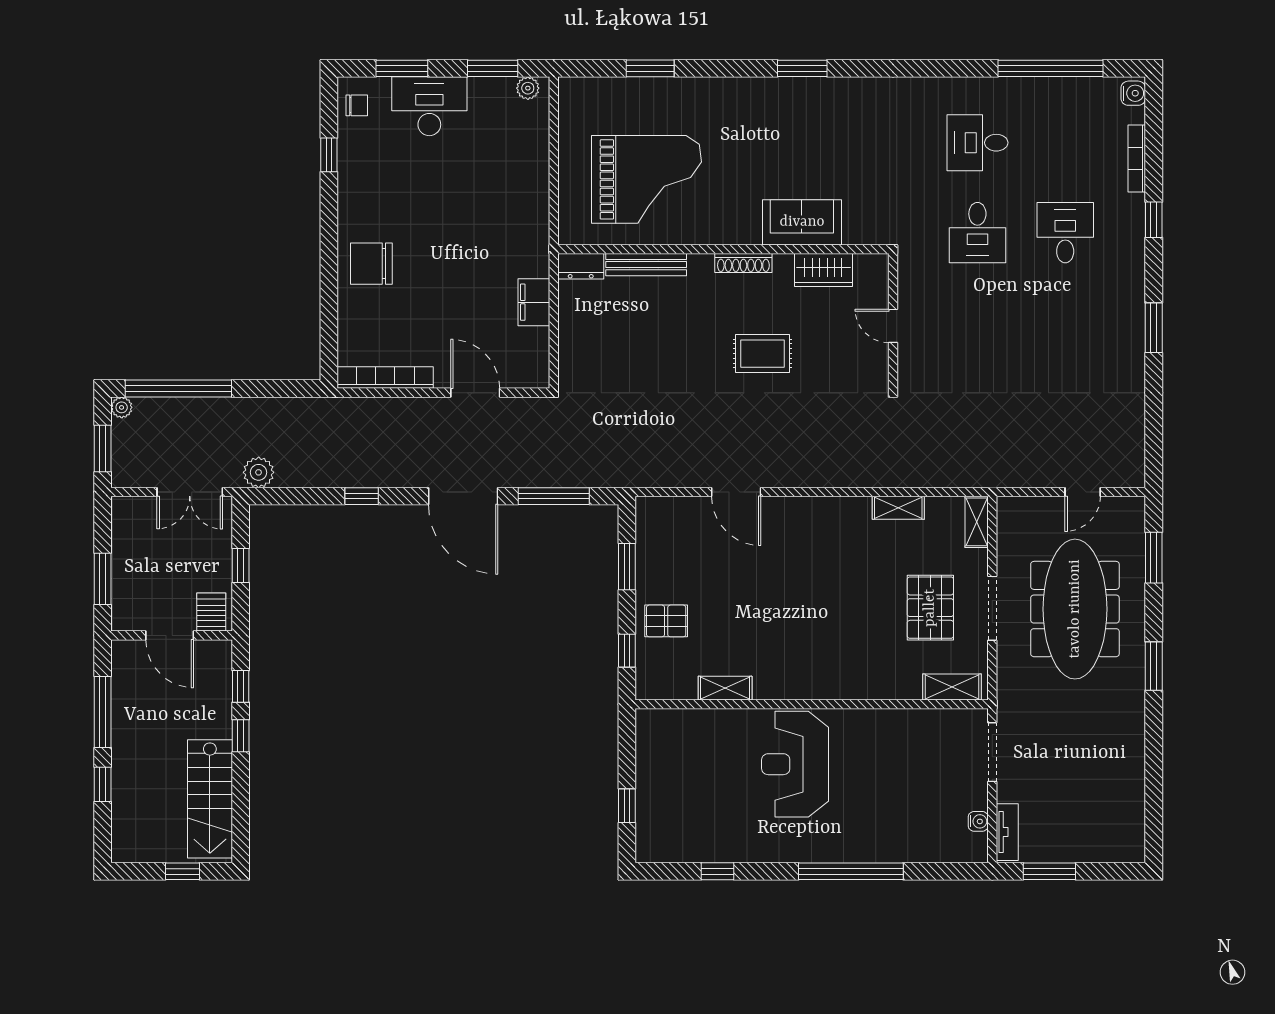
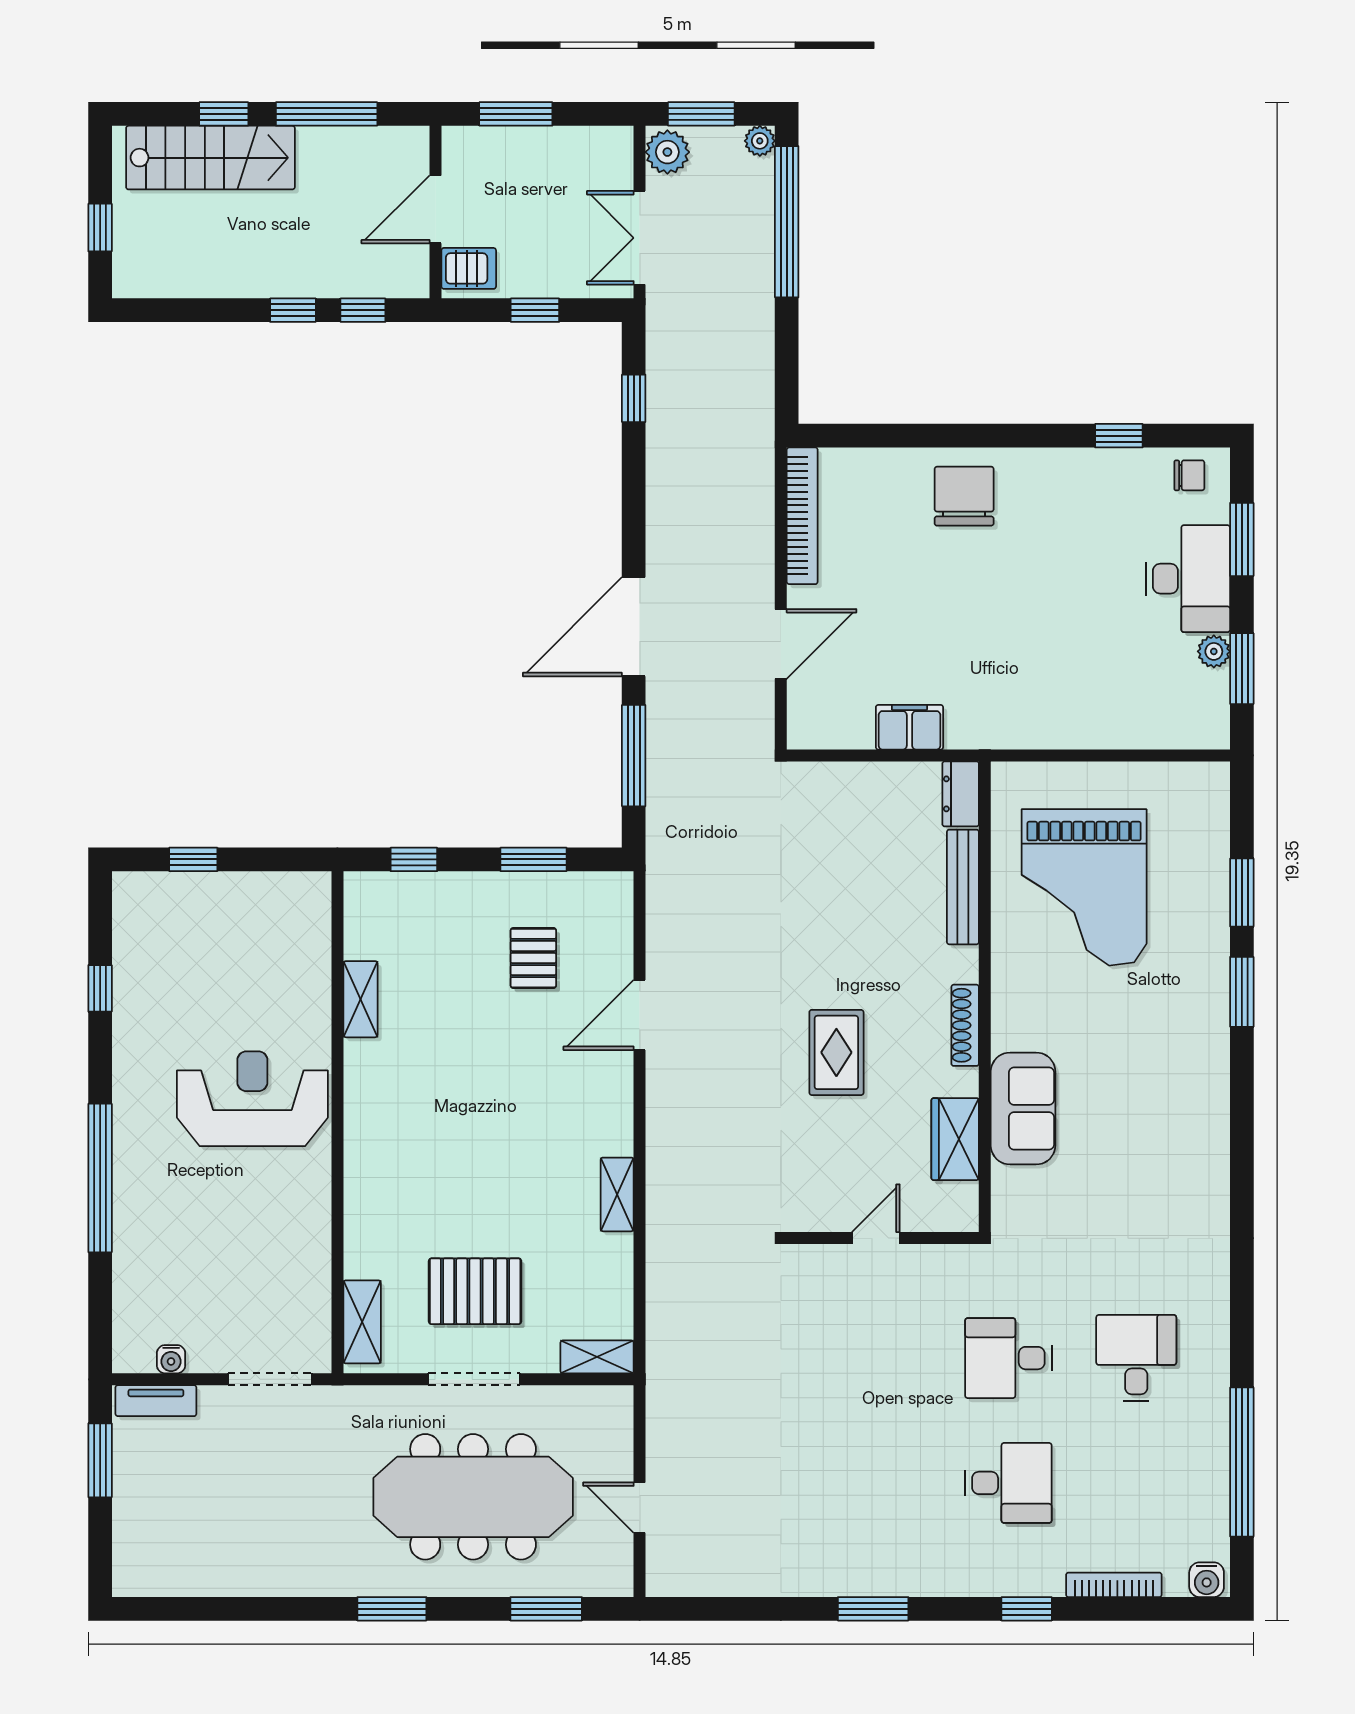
window: (802, 68) -> (1242, 992), moved
plant: (528, 88) -> (1214, 651), moved
chair: (357, 105) -> (1189, 475), turned -90
plant: (259, 472) -> (667, 152), moved
window: (362, 496) -> (634, 398), moved
shelving: (898, 508) -> (617, 1194), moved
pallet: (666, 621) -> (533, 958), moved
stairs: (210, 799) -> (210, 158), moved, turned 180

